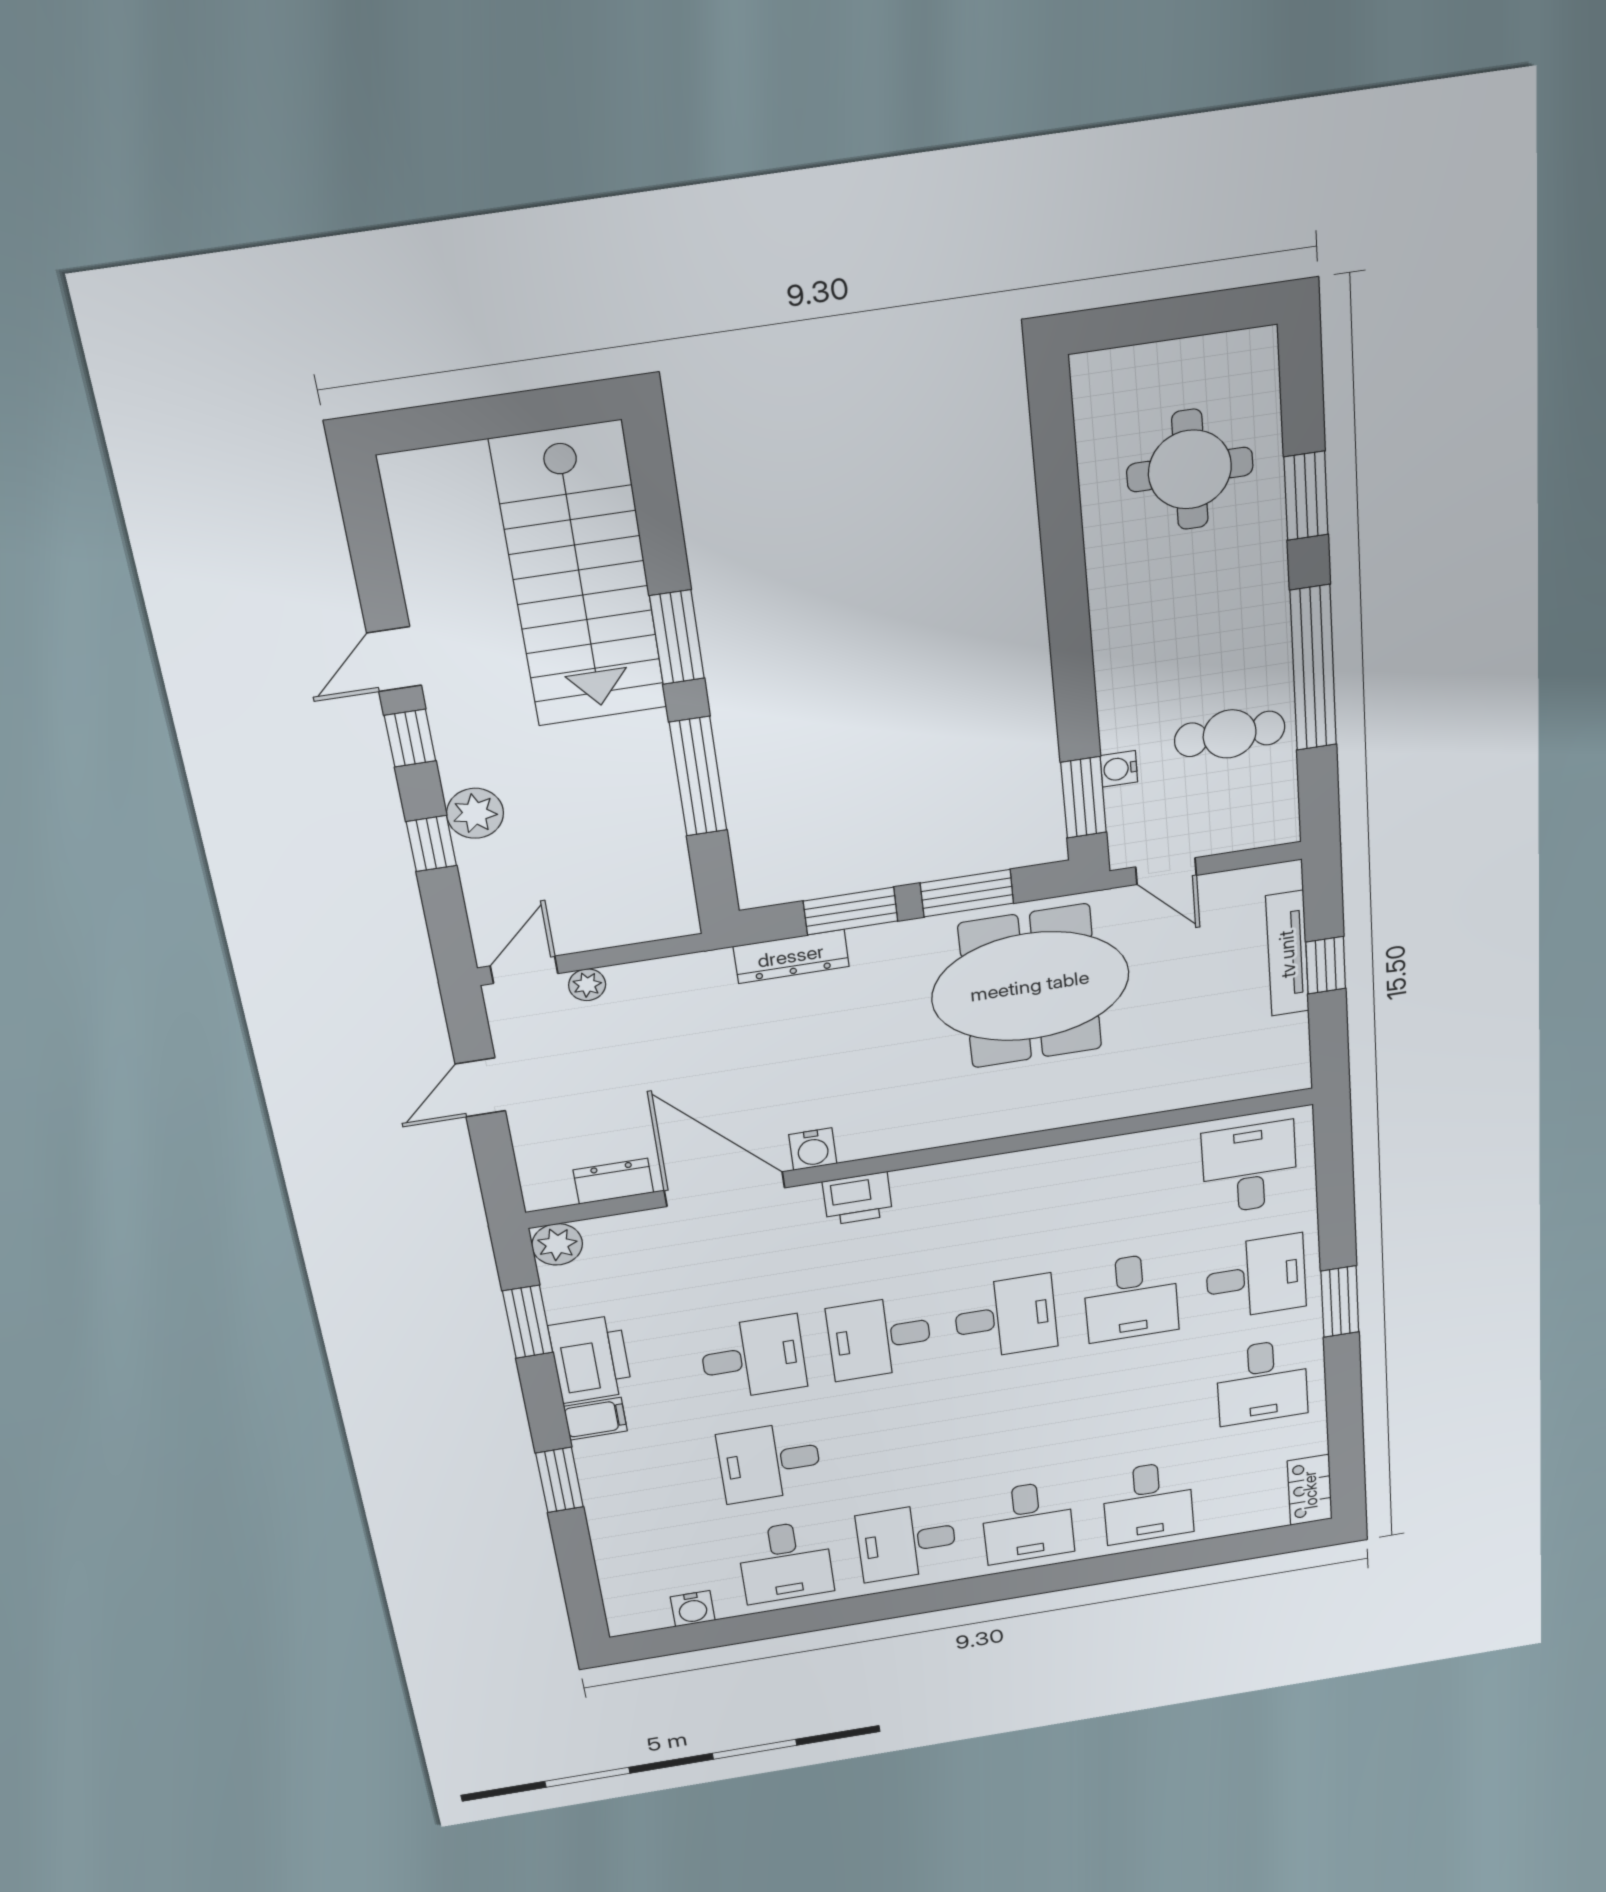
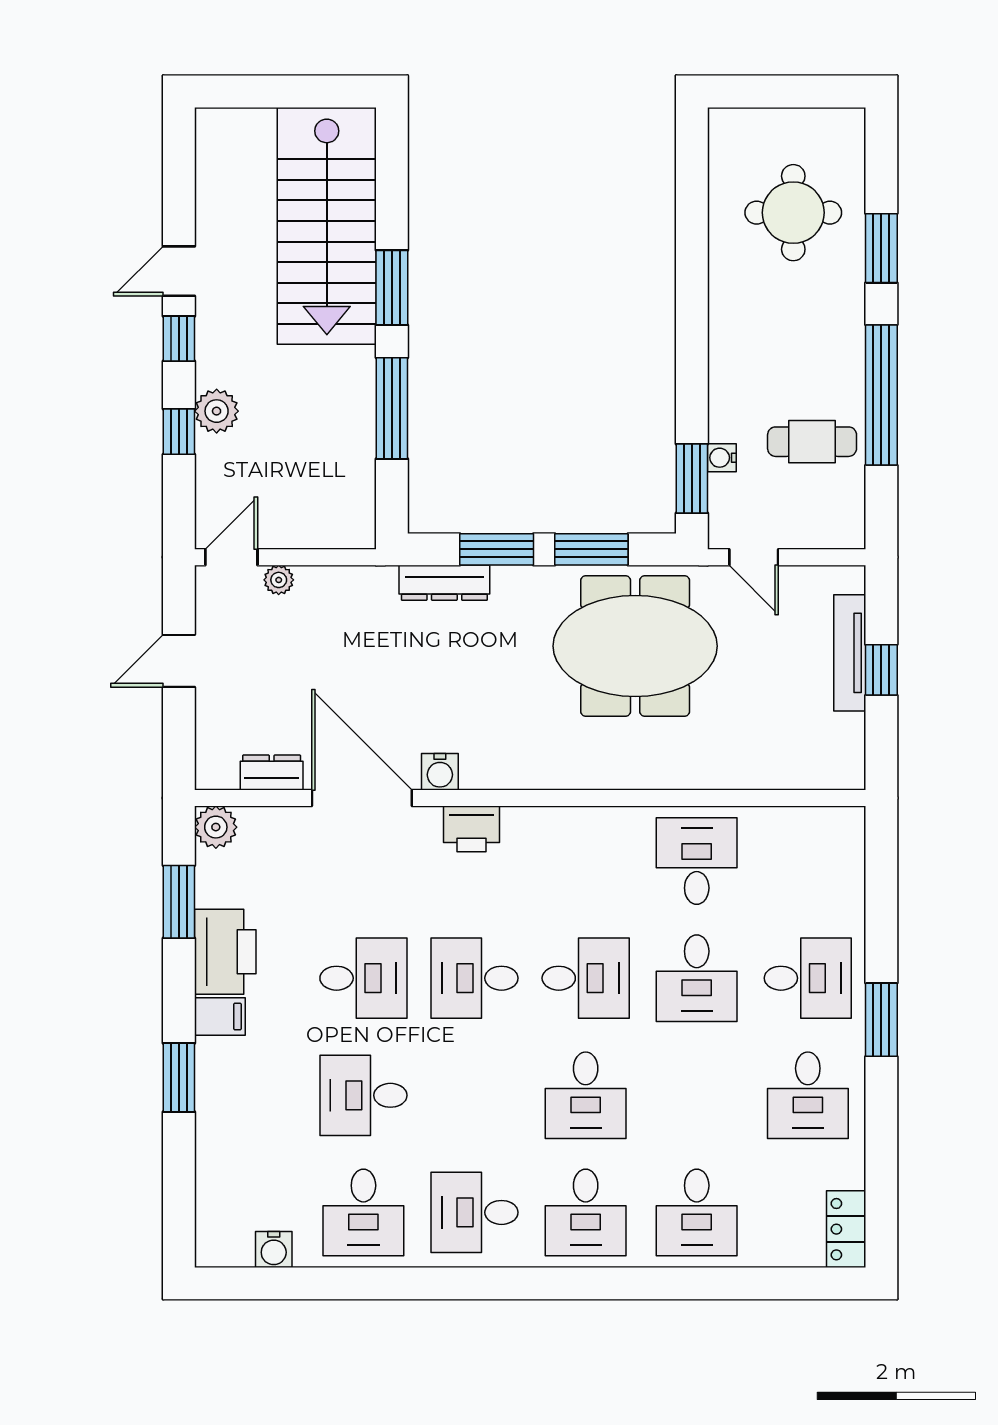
desk: (1250, 1168) -> (697, 861), moved
desk: (1017, 1422) -> (586, 1095), added

